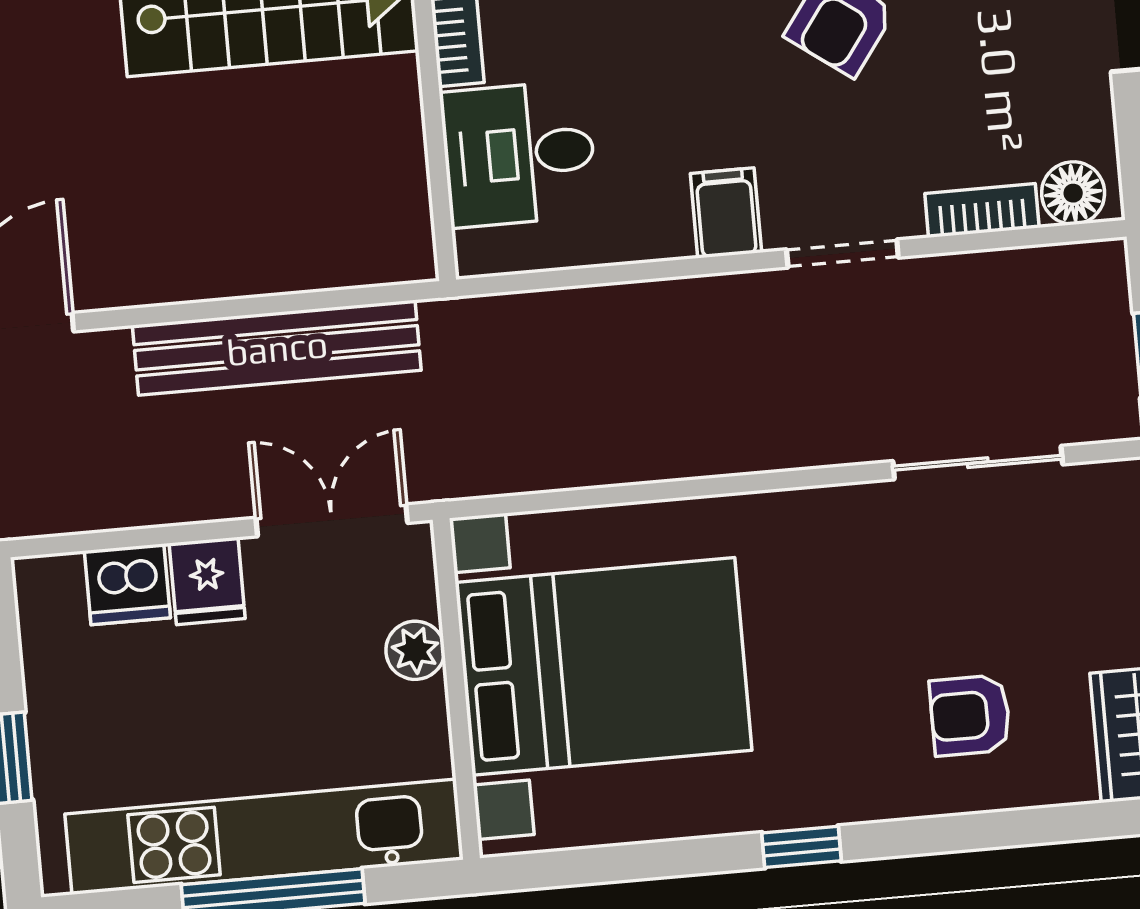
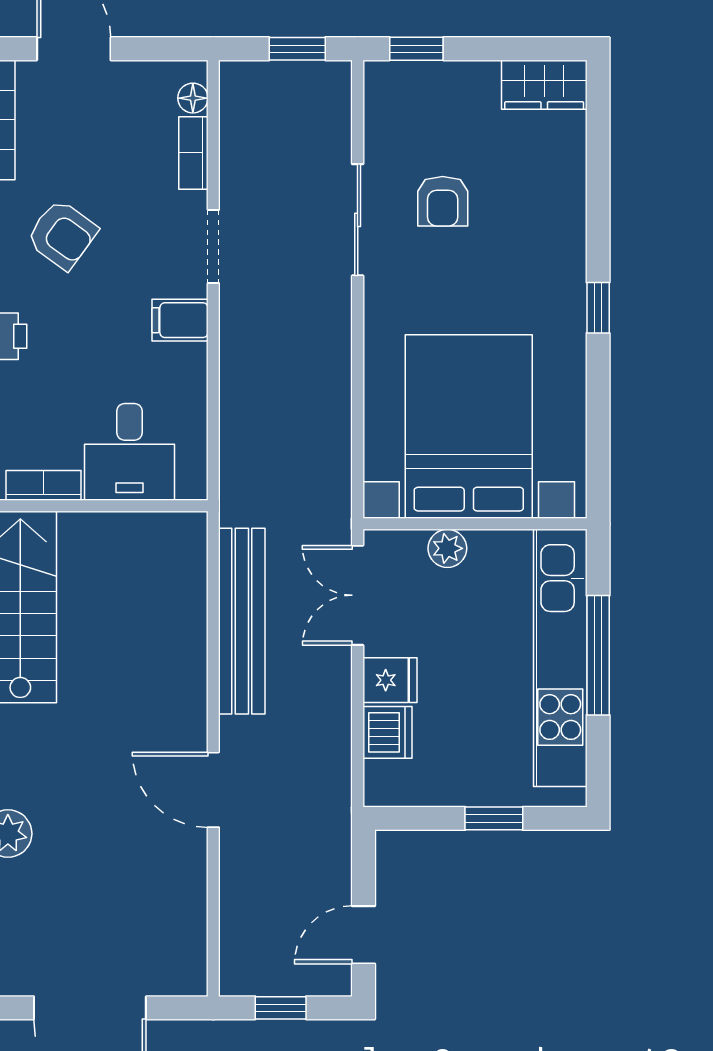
floor lamp: (1073, 193) -> (193, 98), width x0.73, depth x0.73
sliding door: (978, 463) -> (358, 220), moved
armchair: (970, 715) -> (443, 201), moved

